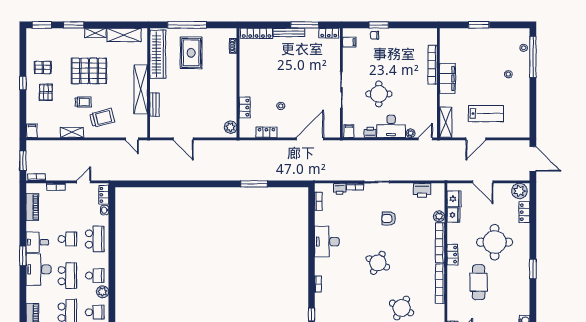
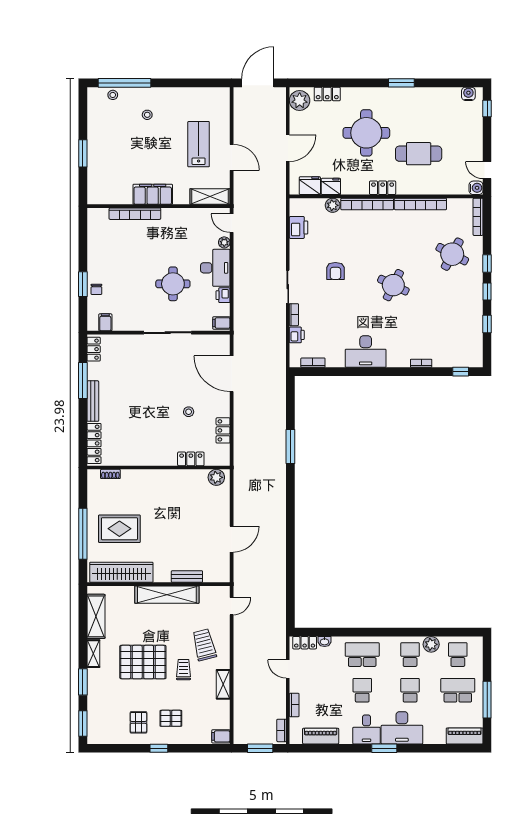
pallet: (89, 71) -> (143, 662), turned 90
school desk: (67, 276) -> (410, 690), width x0.54

